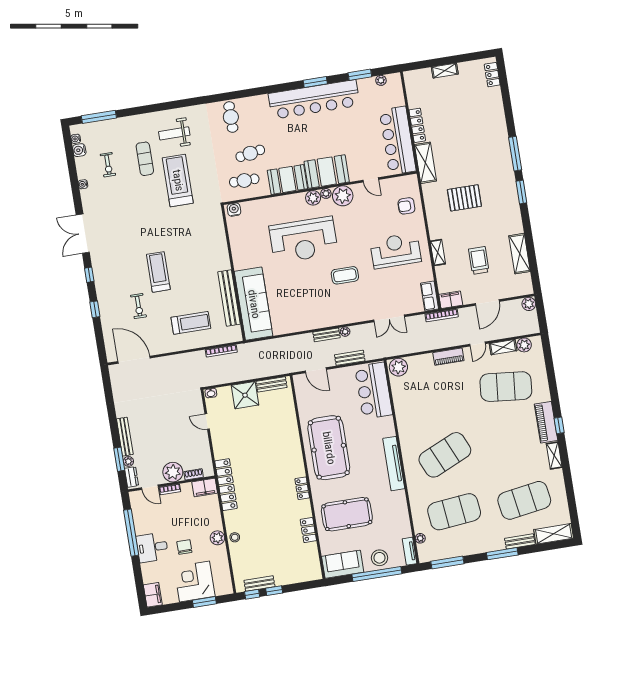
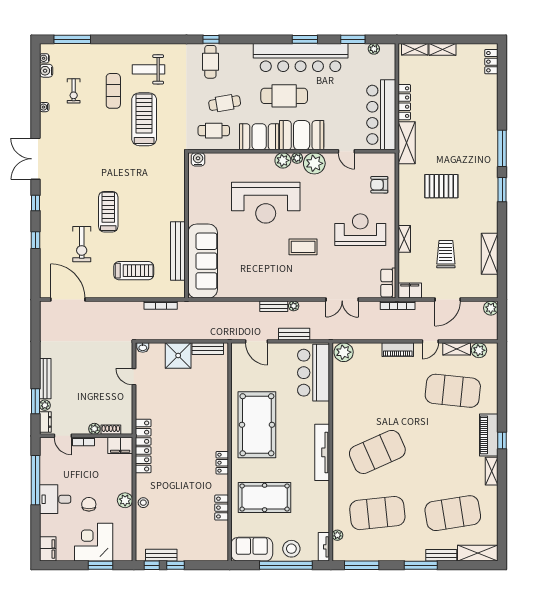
shelving: (419, 75) -> (415, 49), added
window: (228, 96) -> (211, 39), added
cafe table: (305, 138) -> (284, 96), added
exercise bike: (138, 306) -> (82, 244), width x1.38, depth x1.39
plant: (173, 472) -> (94, 429), width x0.53, depth x0.53

